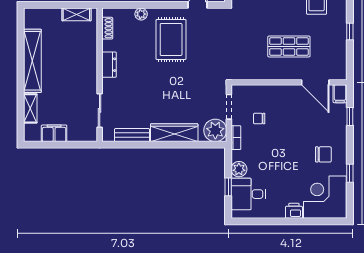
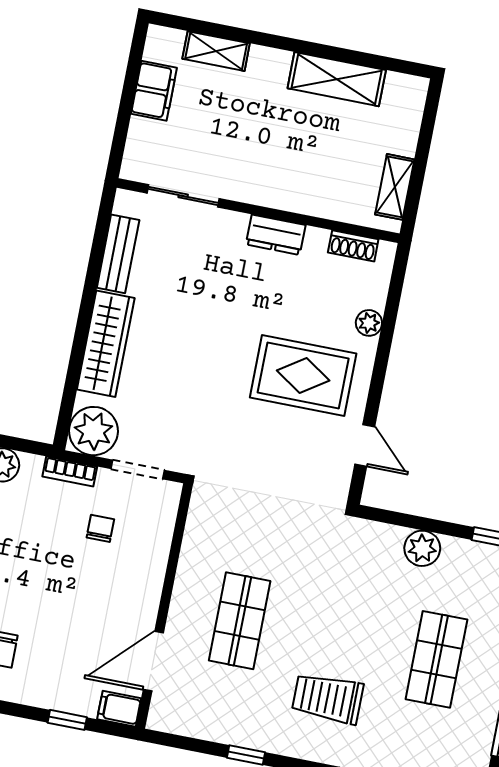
shelving: (32, 61) -> (337, 79), width x0.68

